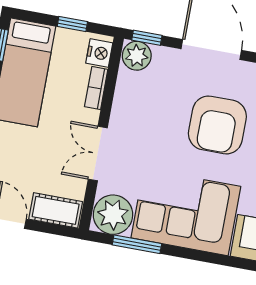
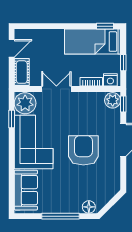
armchair: (217, 125) -> (83, 150), turned 90
window: (137, 244) -> (12, 119), width x0.67

